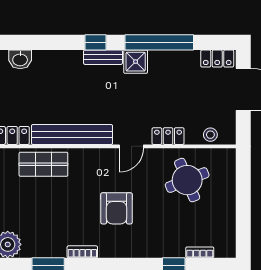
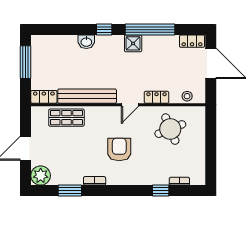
bench: (103, 57) -> (109, 40), removed
washbasin: (20, 59) -> (86, 42), moved
armchair: (116, 208) -> (119, 150), turned 180

